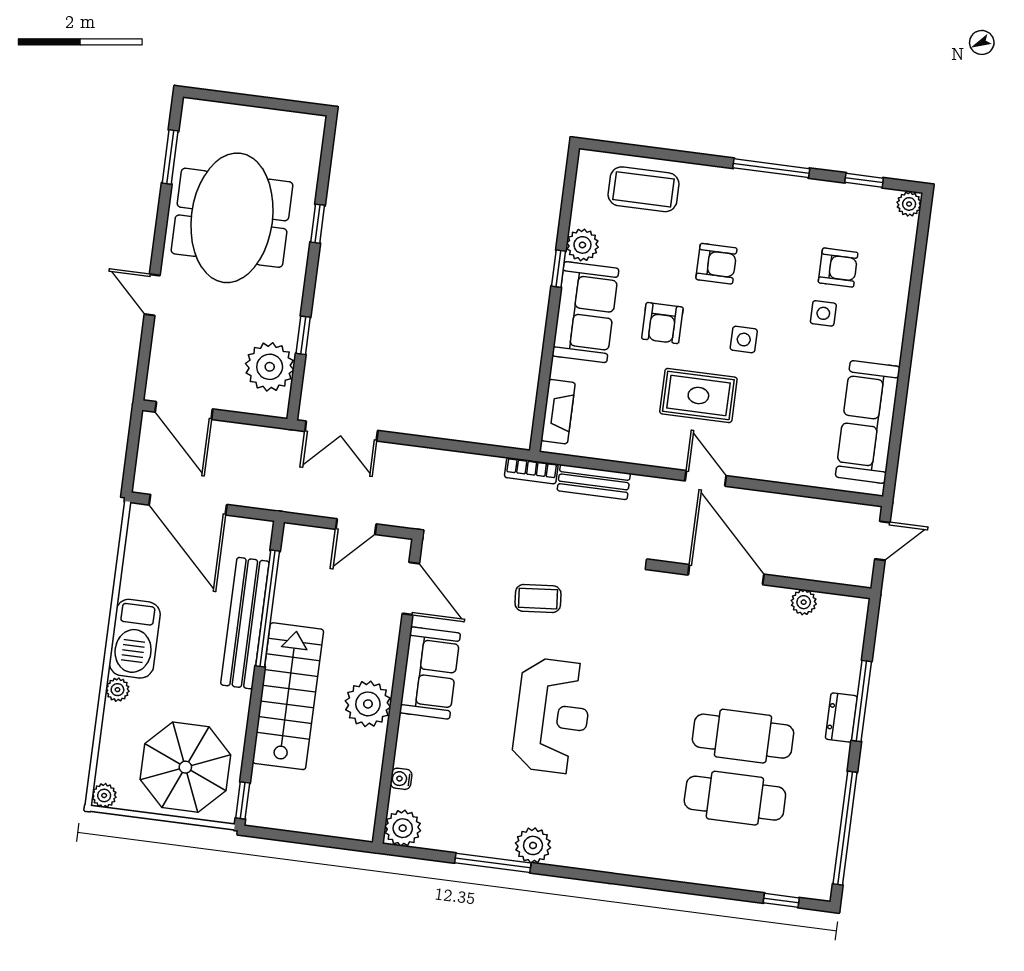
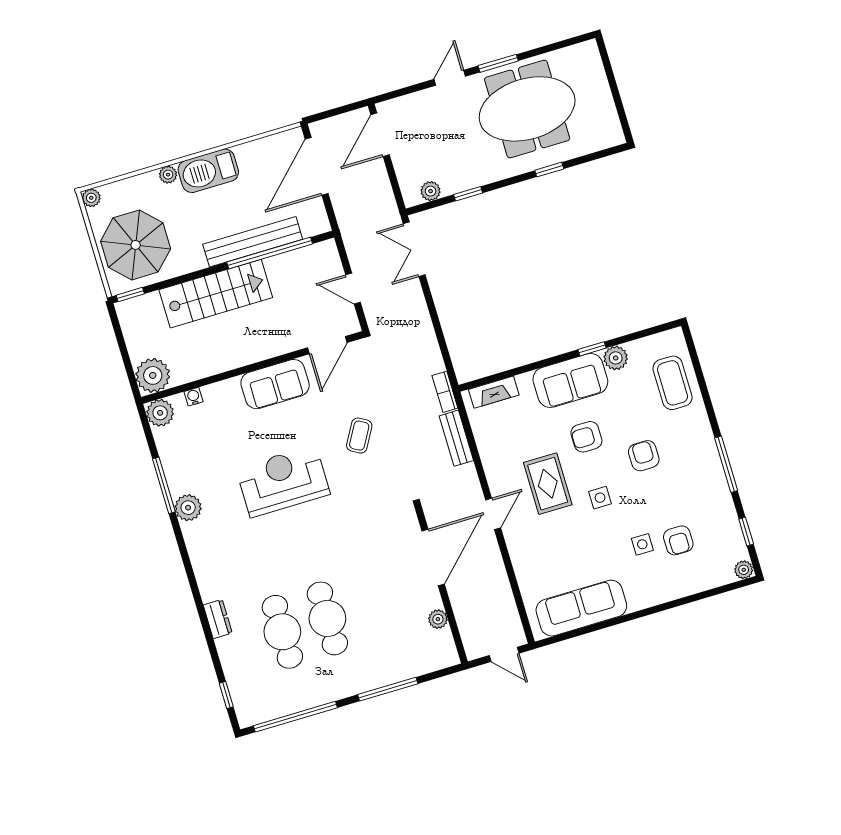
window: (170, 157) -> (498, 63), moved
armchair: (716, 264) -> (644, 456), turned 180
plant: (270, 367) -> (431, 191), width x0.53, depth x0.53
coffee table: (538, 599) -> (359, 436), turned 35
plant: (368, 704) -> (153, 375), moved
reception desk: (552, 716) -> (283, 481), turned 180
dresser: (841, 718) -> (218, 619), moved, turned 90

